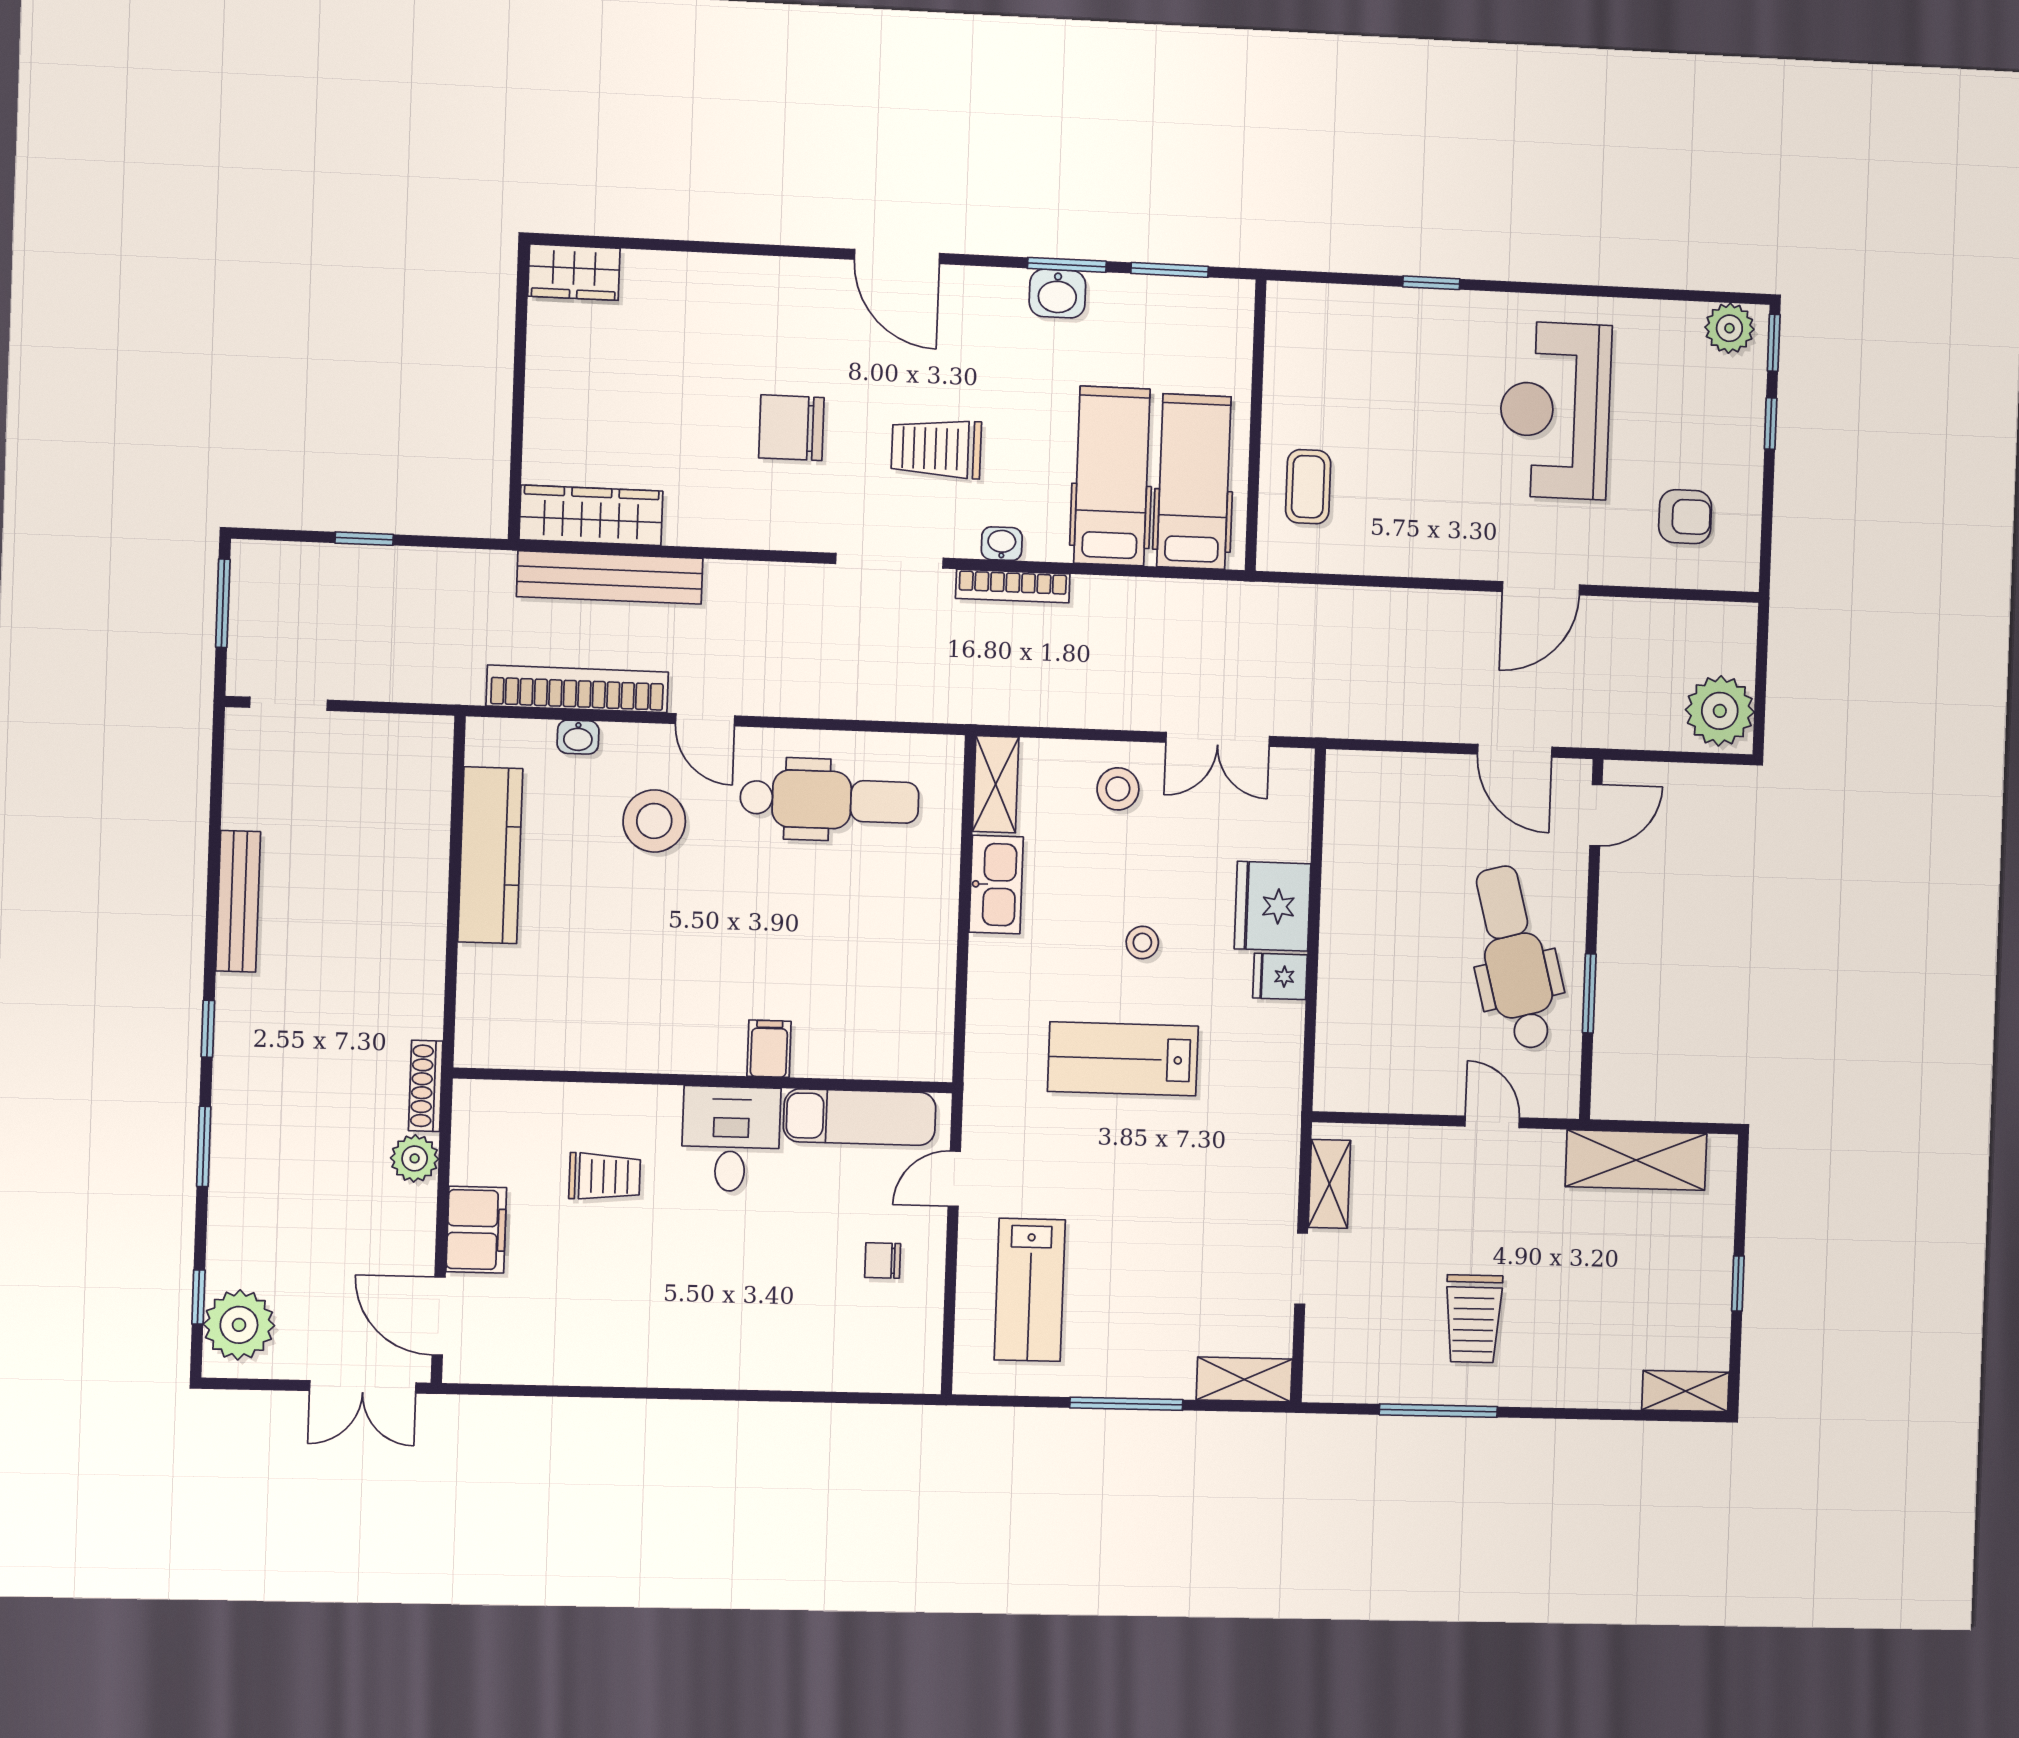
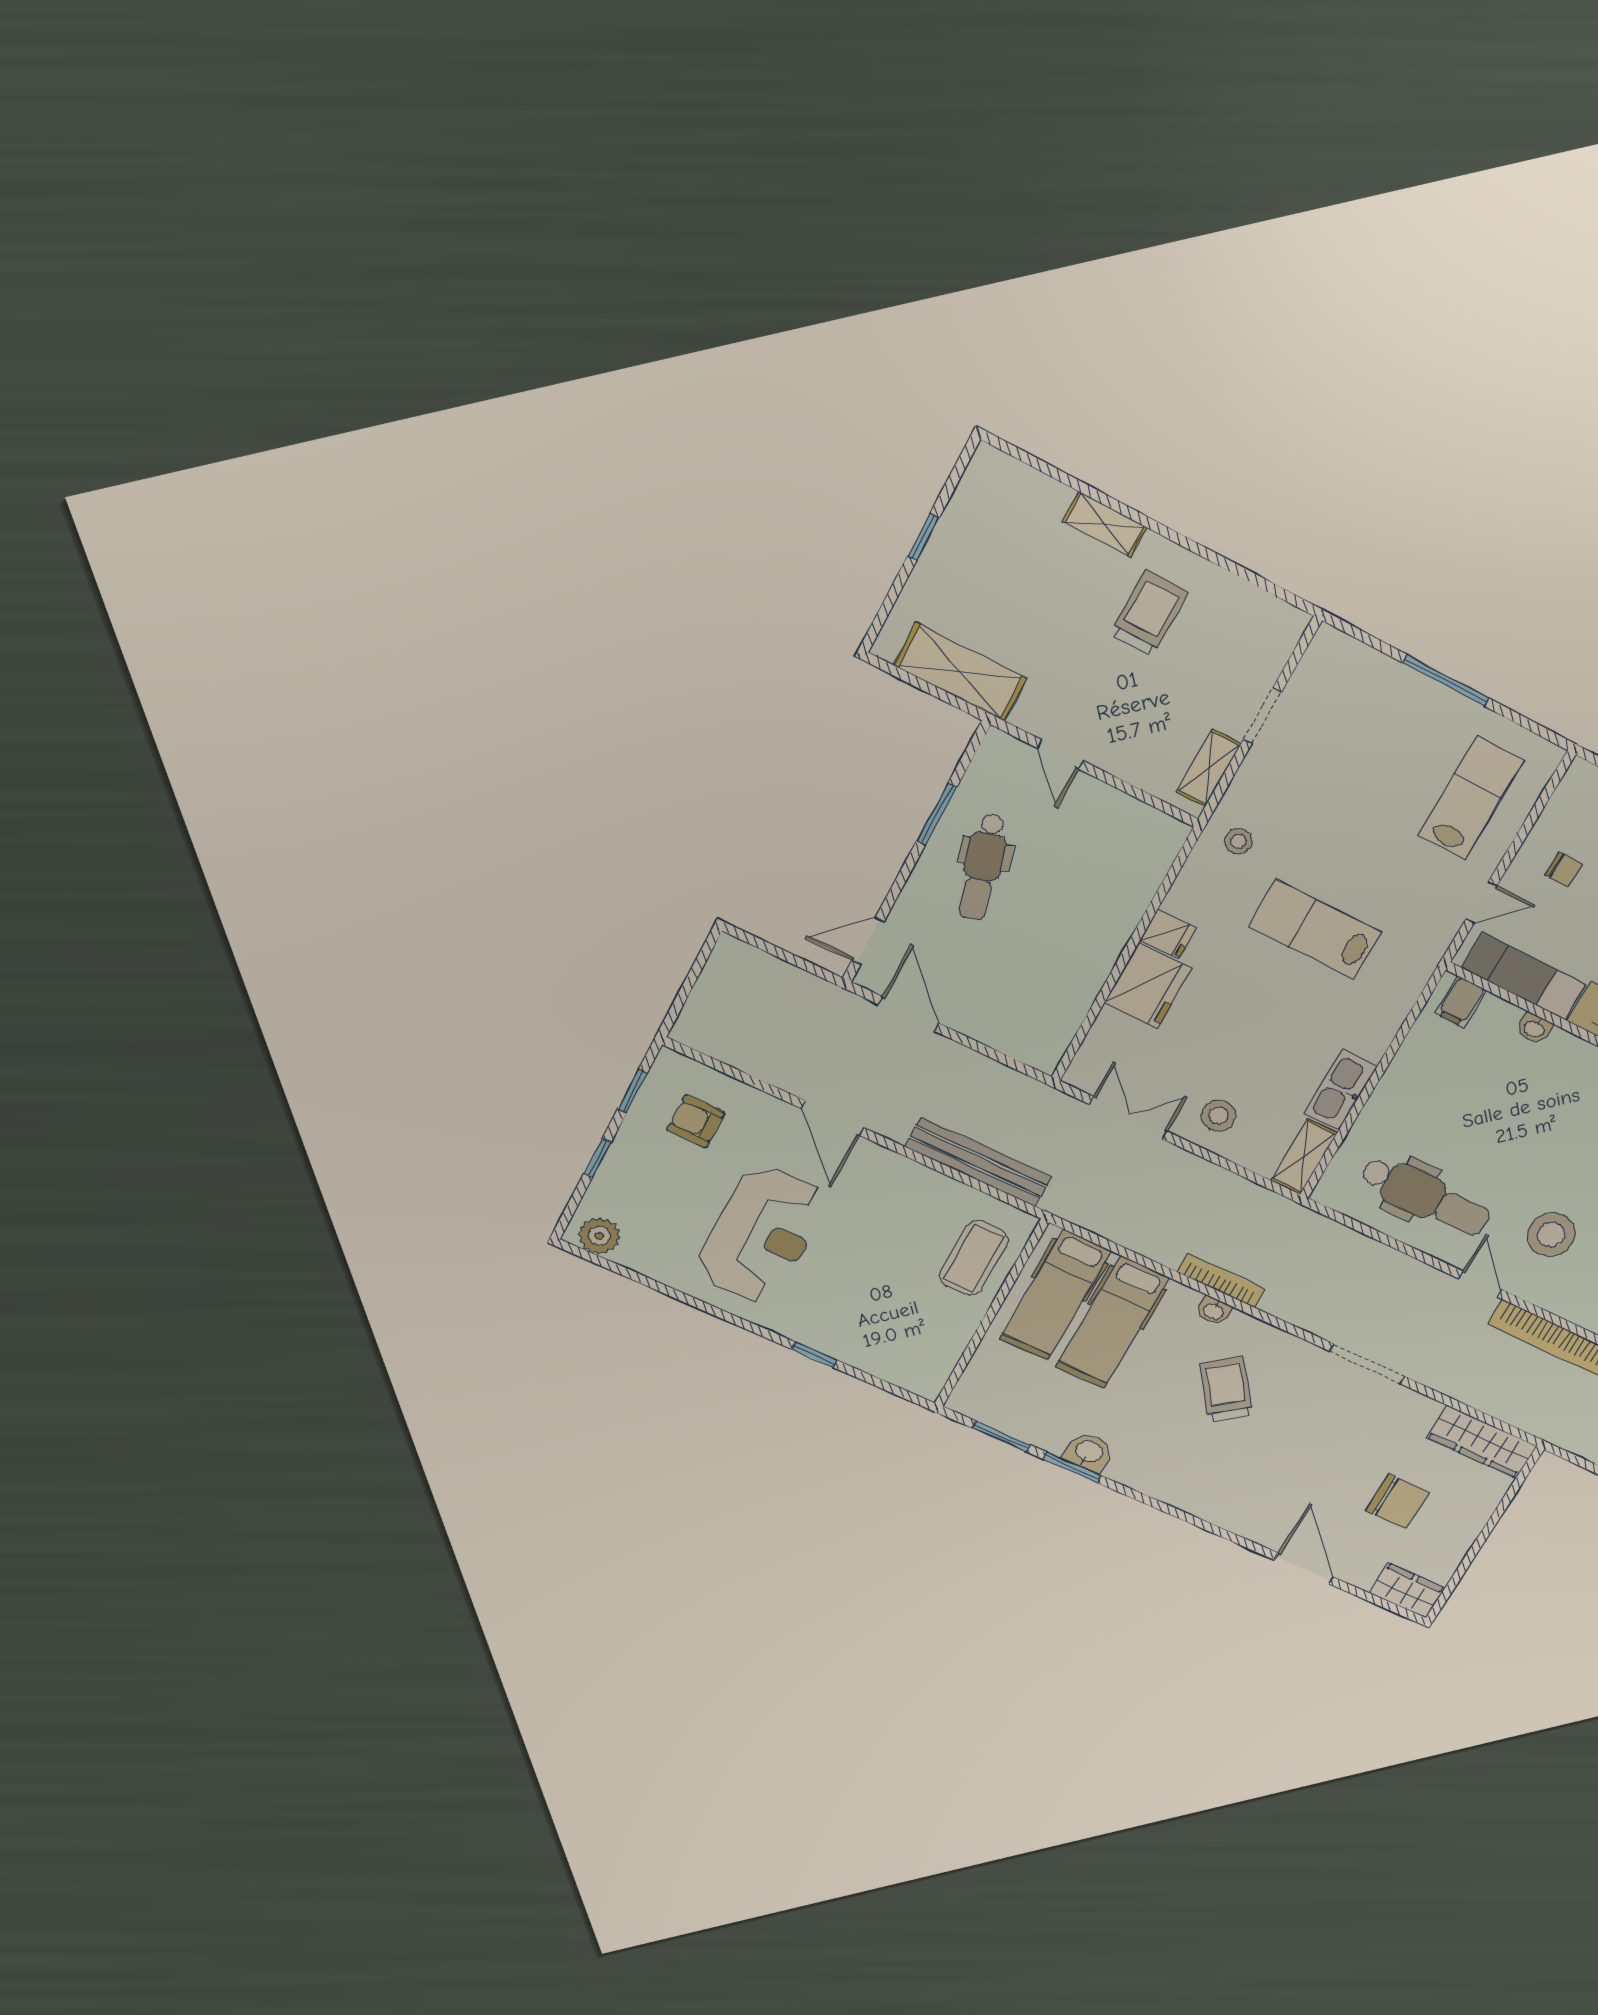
door: (897, 256) -> (1304, 1569), moved
window: (1774, 343) -> (633, 1091), moved
chair: (791, 428) -> (1397, 1502), moved
trolley: (936, 449) -> (1226, 1389), turned -127
coffee table: (1308, 487) -> (974, 1258), width x1.36, depth x1.30
doorway: (889, 561) -> (1367, 1364), moved
bench: (610, 577) -> (978, 1162), moved
door: (1541, 588) -> (833, 1118), swing flipped
plant: (1720, 711) -> (734, 973), removed
washbasin: (578, 737) -> (1534, 1028), moved, turned 180
dental chair: (829, 800) -> (1425, 1196), turned 180
stool: (1142, 942) -> (1238, 841), moved
dental chair: (1514, 958) -> (983, 867), width x0.73, depth x0.72
filing cabinet: (769, 1049) -> (1461, 1002), moved
lab bench: (1123, 1059) -> (1315, 929), turned 180
shelving: (1244, 1379) -> (1348, 655), removed
shelving: (1685, 1391) -> (1105, 524), moved
window: (1438, 1411) -> (1212, 556), removed

